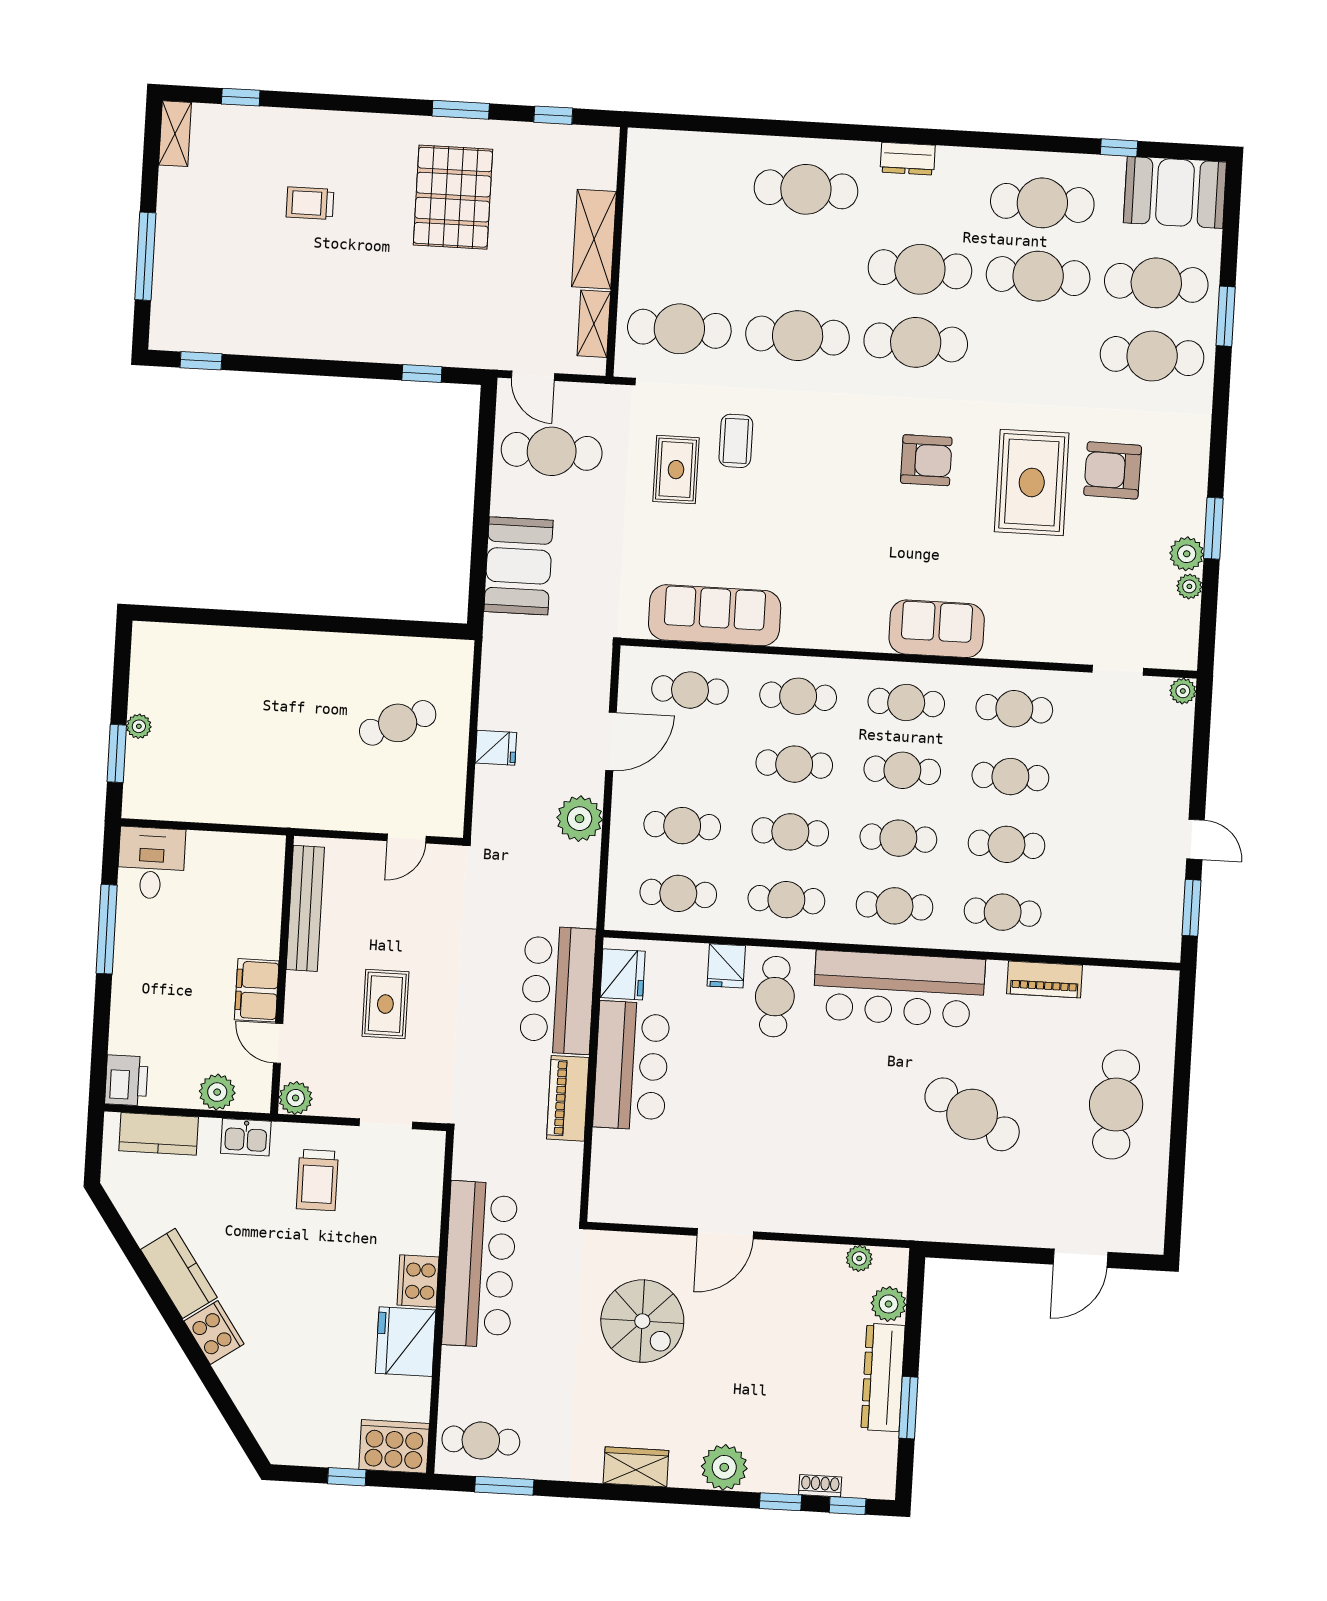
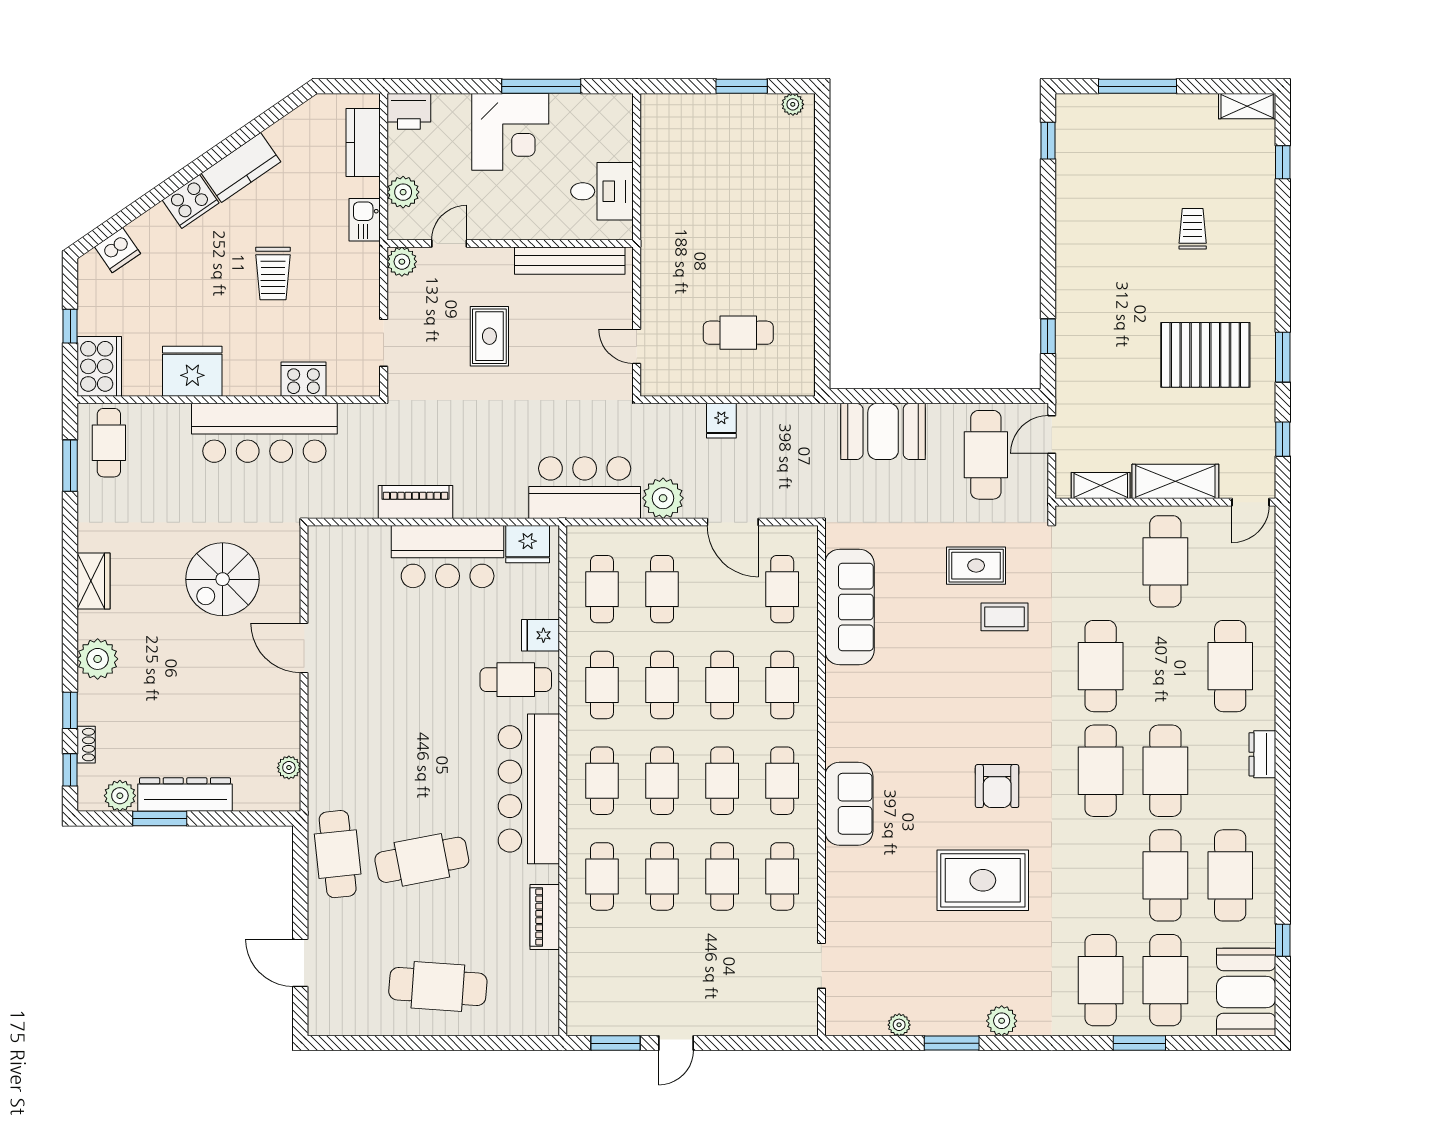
door: (622, 156) -> (1250, 502), added
cafe table: (679, 329) -> (1165, 561), moved
armchair: (1113, 470) -> (998, 951), removed
plant: (1187, 554) -> (1002, 1021), moved
plant: (1183, 691) -> (806, 1024), removed
cafe table: (398, 723) -> (738, 333), turned -67
plant: (139, 726) -> (793, 104), moved
window: (117, 753) -> (742, 86), moved
desk: (151, 863) -> (602, 191), moved
corner desk: (156, 967) -> (510, 132), added
filing cabinet: (257, 990) -> (495, 222), removed
bar counter: (558, 990) -> (585, 488), moved
rug: (385, 1004) -> (489, 336), turned 90
cafe table: (972, 1114) -> (422, 860), turned 50
trolley: (317, 1180) -> (273, 274), moved, turned -90
cafe table: (960, 1209) -> (338, 854), added
cooker: (418, 1281) -> (303, 379), moved
plant: (889, 1304) -> (120, 796), moved
dishwasher: (264, 1418) -> (117, 250), added

